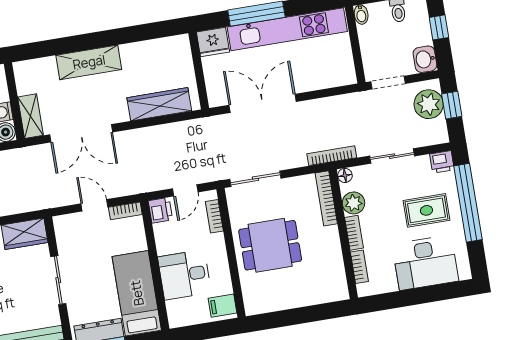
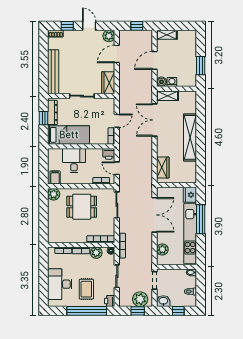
shelving: (89, 62) -> (190, 137), width x1.47
plant: (326, 77) -> (162, 249), added
wardrobe: (159, 104) -> (163, 168), width x0.67
dining table: (270, 245) -> (82, 207), turned 90
plant: (255, 303) -> (54, 194), added

